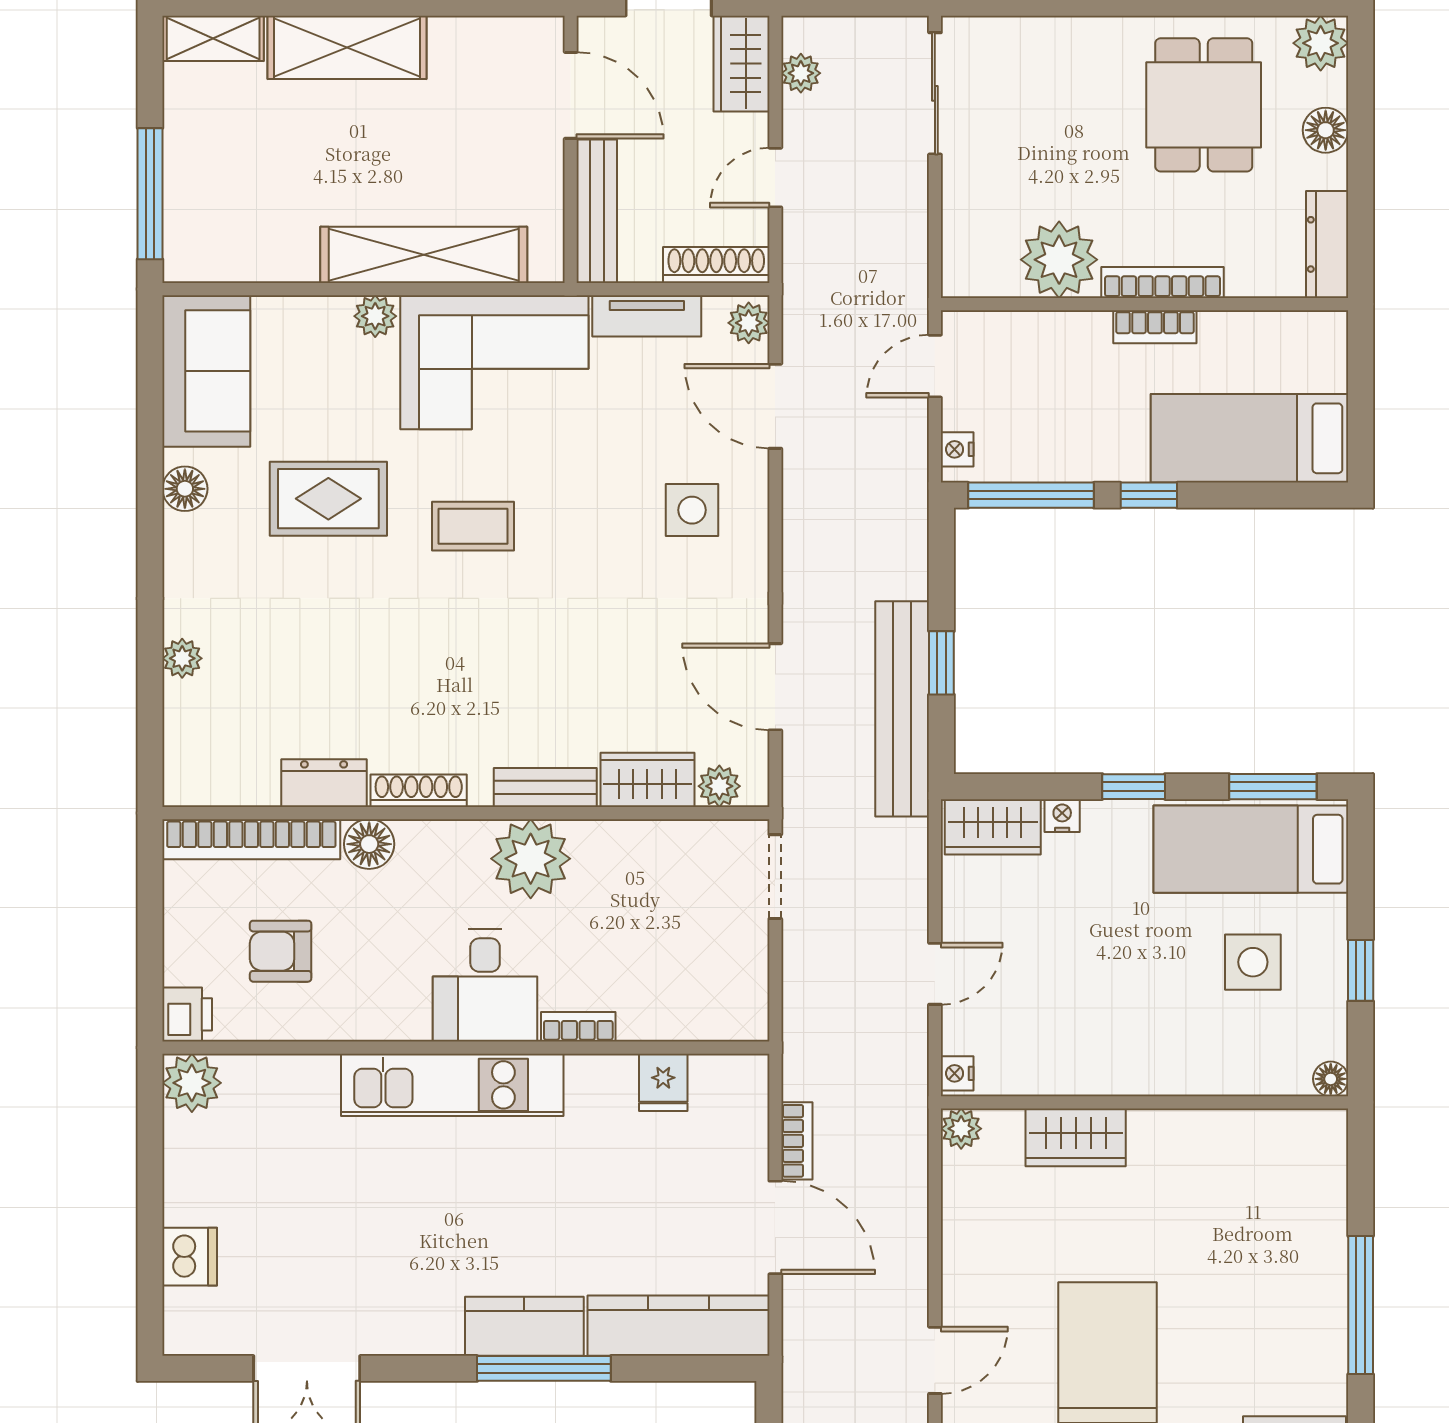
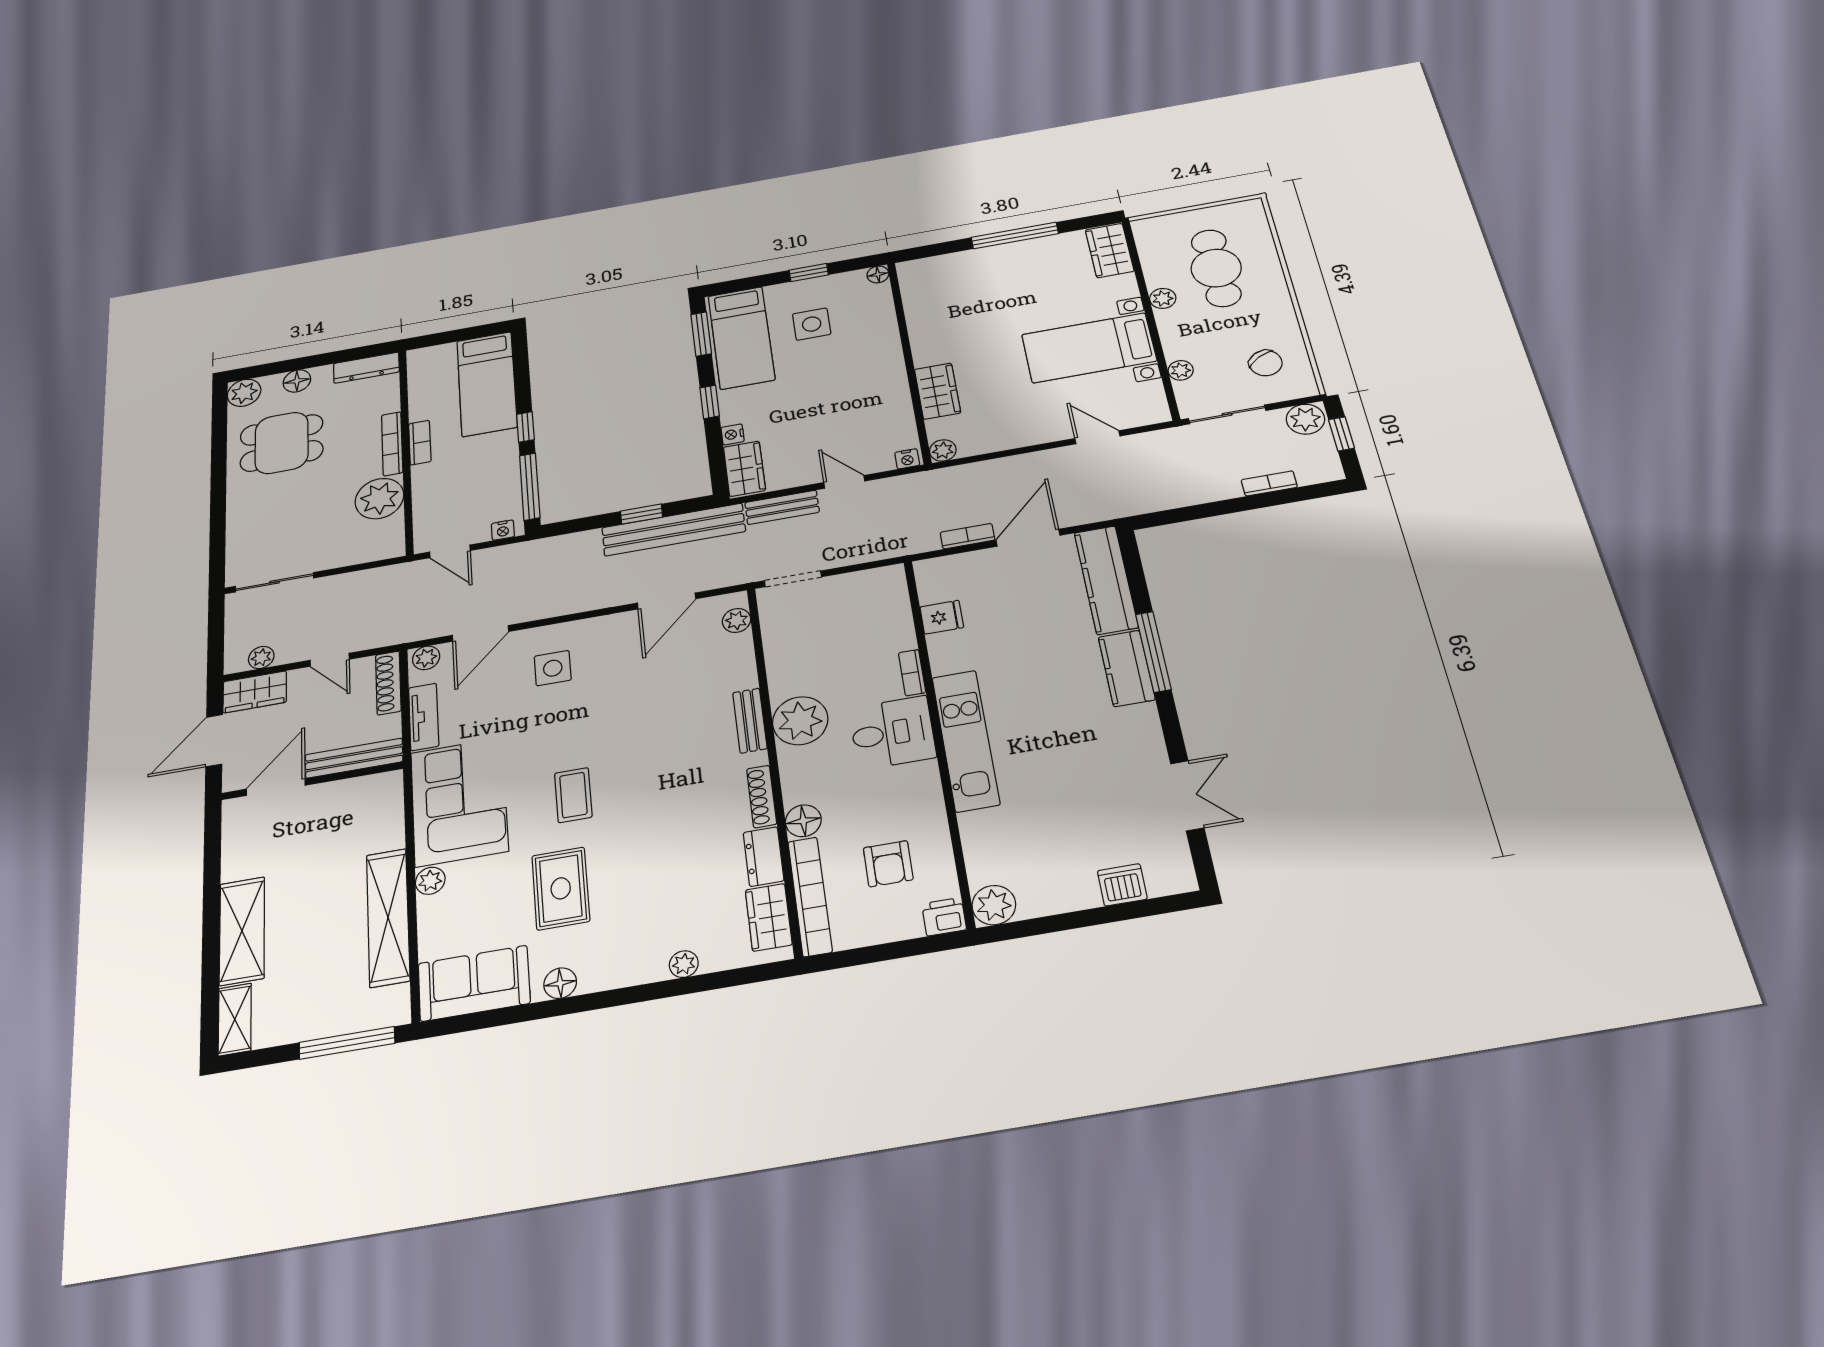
shelving: (424, 255) -> (388, 917), moved
wardrobe: (647, 780) -> (769, 917), moved
bench: (908, 875) -> (782, 507), added

